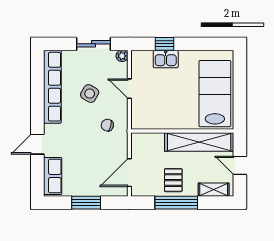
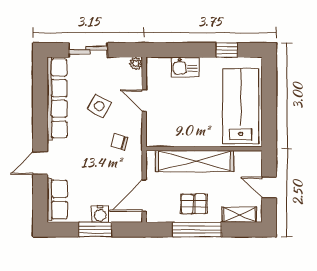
sliding door: (93, 44) -> (88, 50), moved
window: (165, 44) -> (227, 50), moved
shelving: (199, 142) -> (194, 161), moved
pallet: (173, 180) -> (194, 204), turned 90
water cooler: (90, 189) -> (100, 214), added

